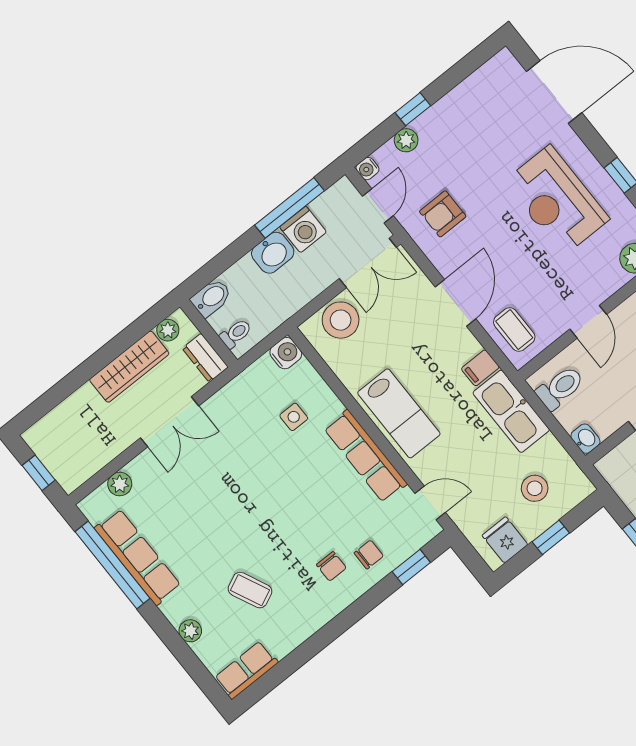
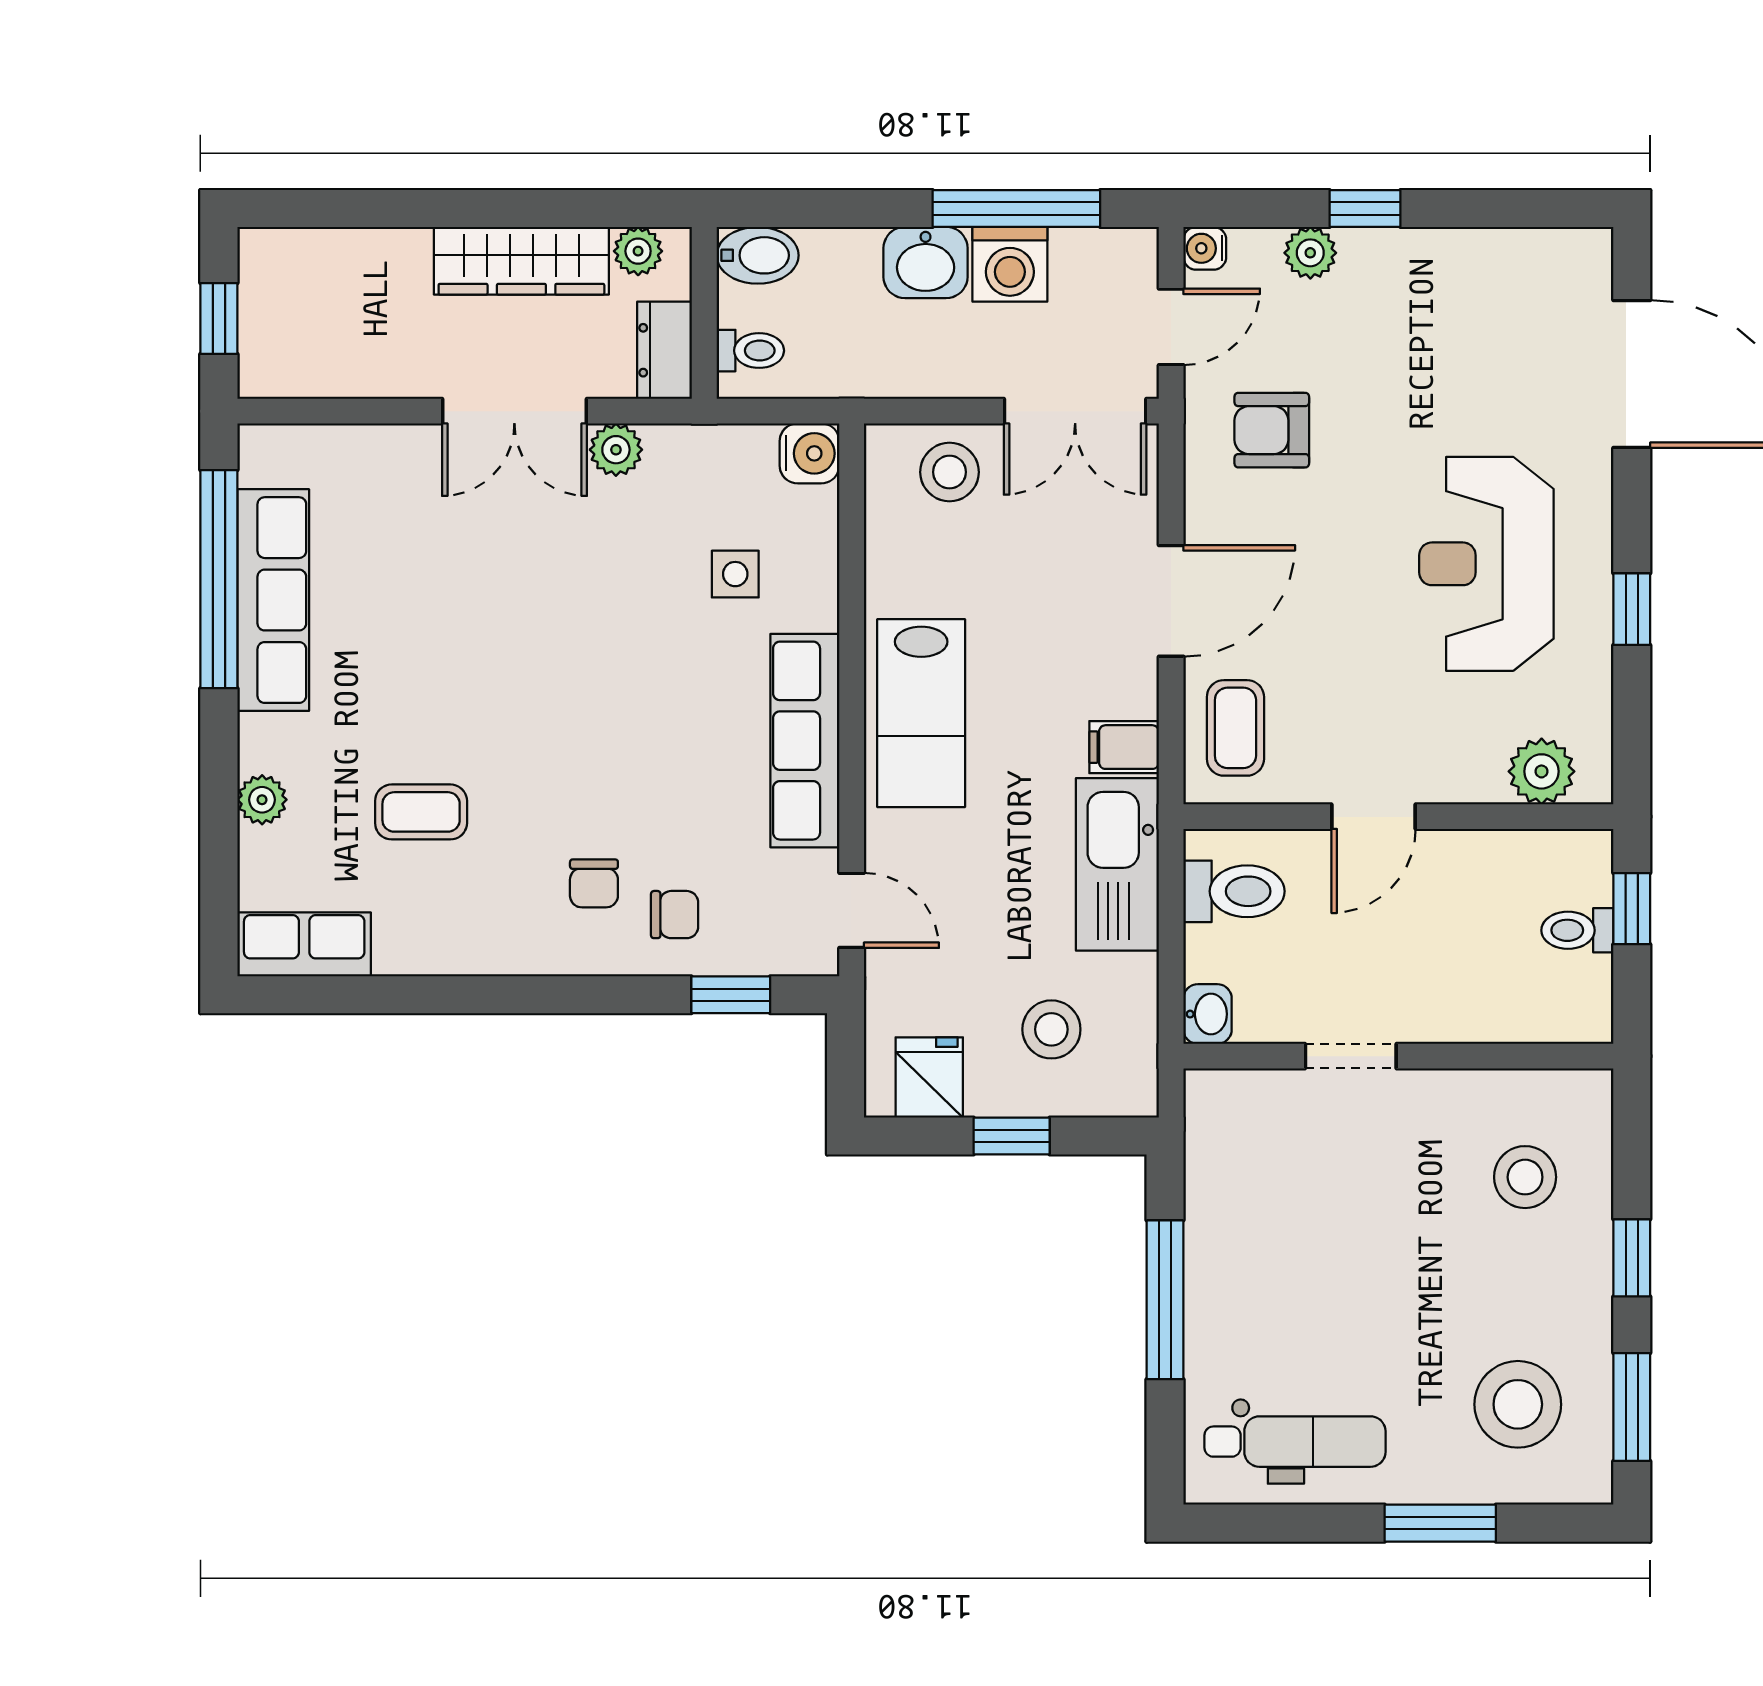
stool: (341, 320) -> (949, 472), width x0.73, depth x0.73
plant: (120, 484) -> (616, 450), moved
coffee table: (250, 590) -> (421, 812), turned -65

